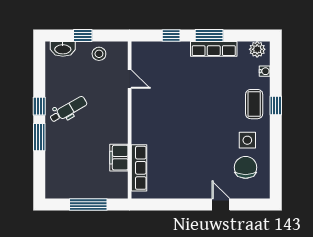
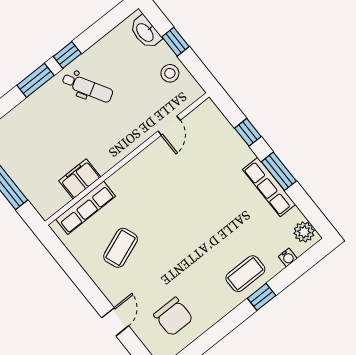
side table: (247, 140) -> (203, 296), removed
coffee table: (179, 166) -> (121, 248), added
chair: (246, 167) -> (173, 317), turned 90

